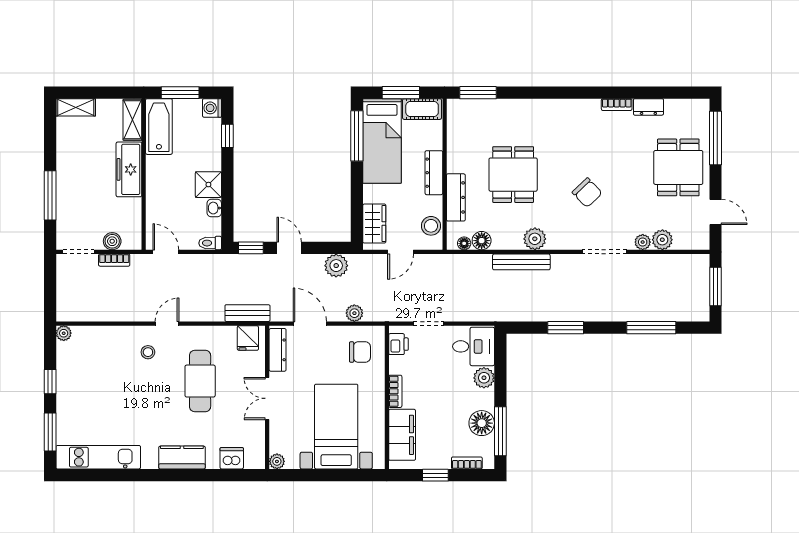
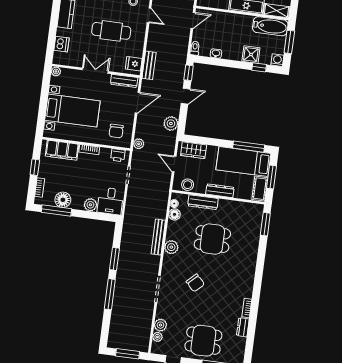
shower: (208, 185) -> (251, 55), moved
chair: (587, 193) -> (195, 283), turned -90
plant: (643, 242) -> (157, 337), moved
plant: (354, 313) -> (139, 144), moved
window: (651, 328) -> (110, 294), moved

